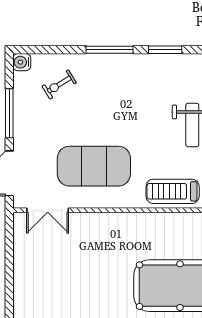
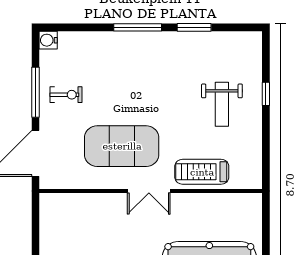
exercise bike: (59, 84) -> (66, 95), moved, turned -148
double door: (48, 210) -> (149, 191), moved

